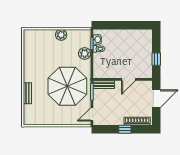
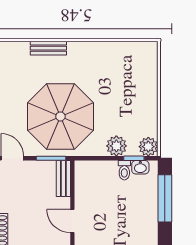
window: (115, 25) -> (165, 198), added
plant: (61, 35) -> (148, 147), moved

